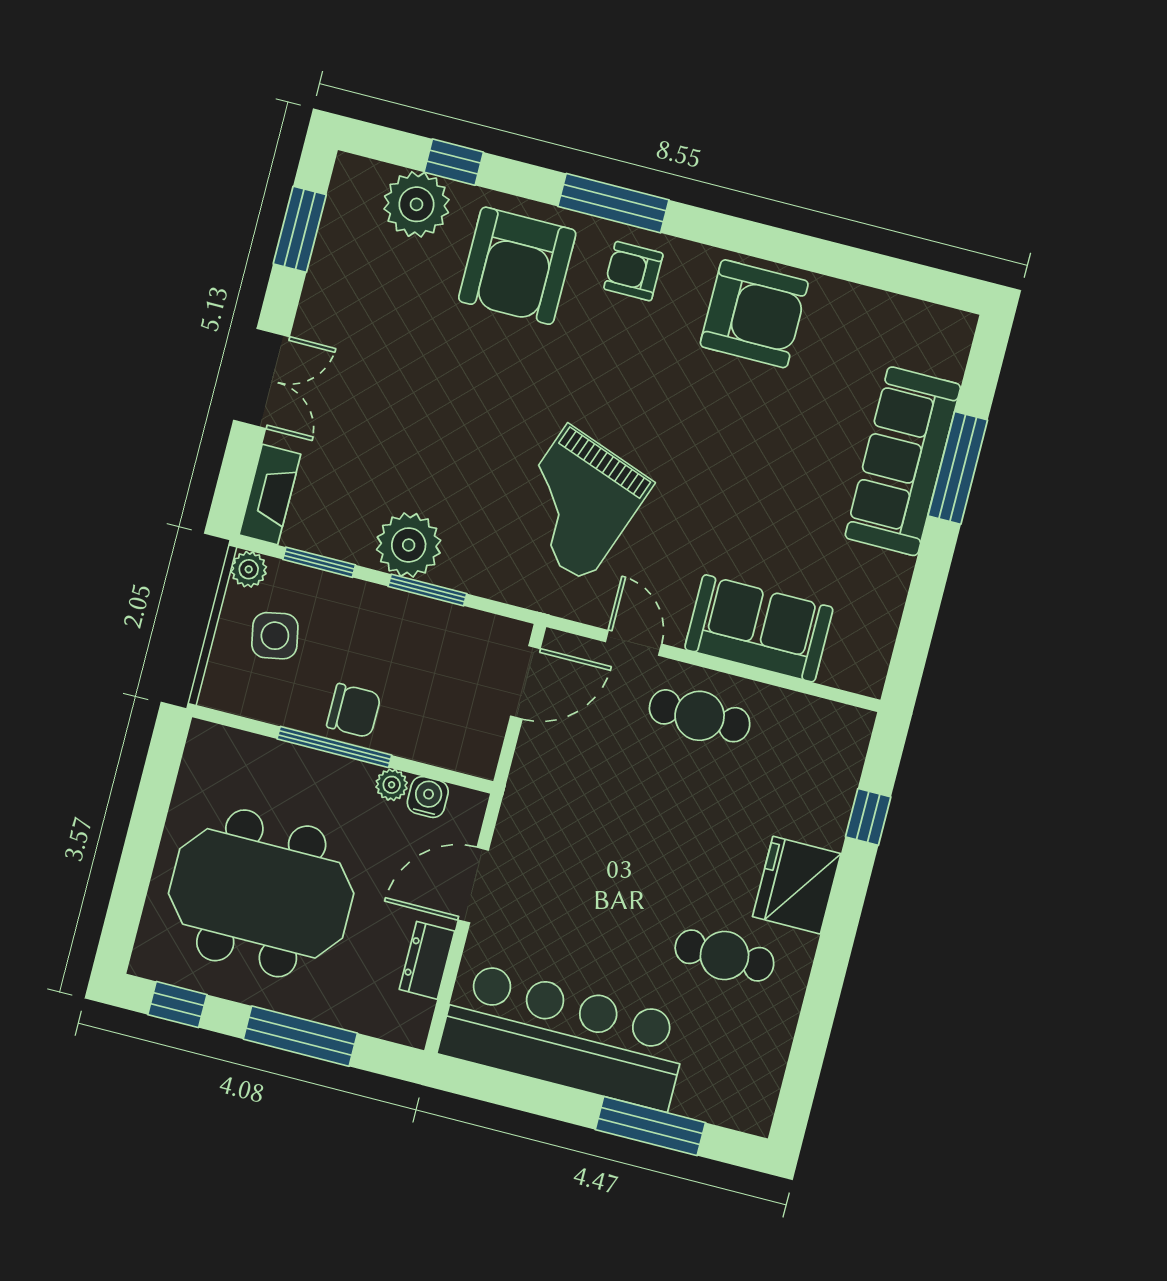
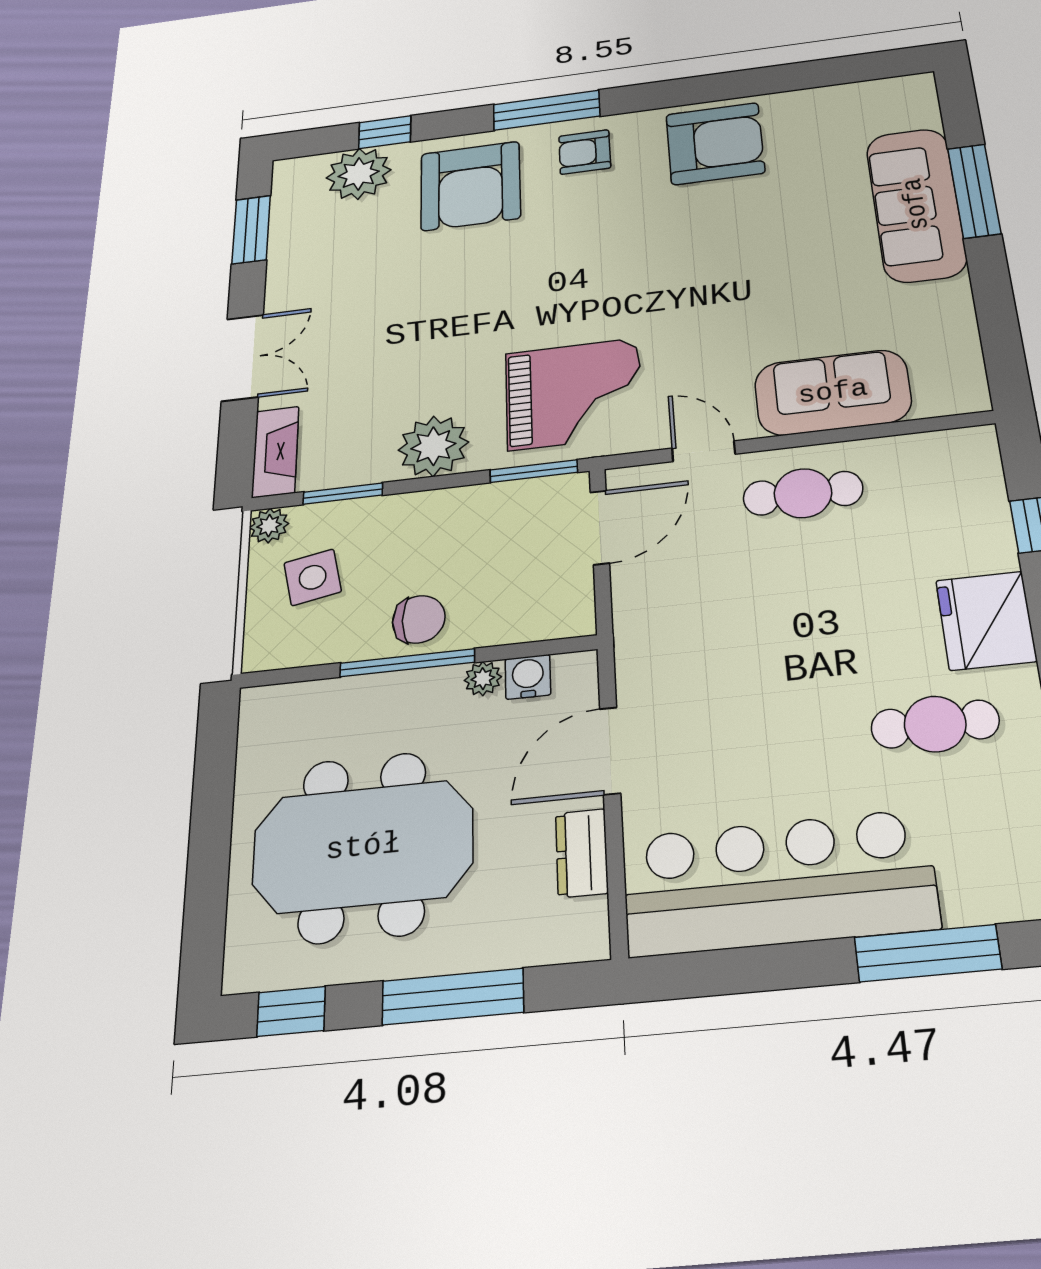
grand piano: (577, 503) -> (574, 394), moved, turned -110
window: (427, 590) -> (534, 471), moved

